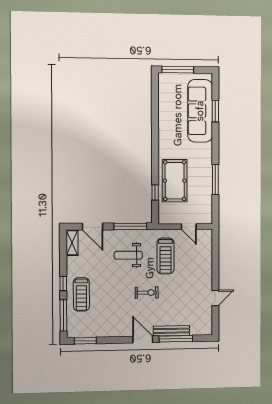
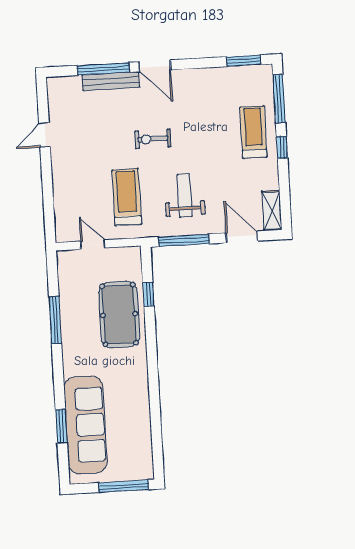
weight bench: (128, 255) -> (185, 196), turned -90

